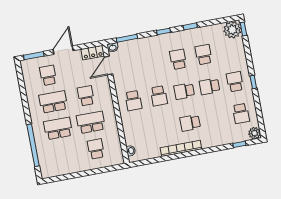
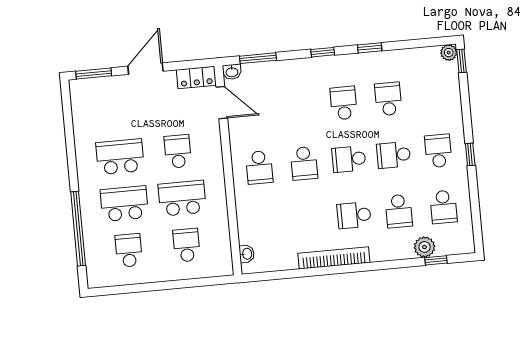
plant: (232, 30) -> (449, 53), width x0.53, depth x0.53
door: (109, 66) -> (222, 103), swing flipped
school desk: (48, 75) -> (129, 250), moved
school desk: (215, 118) -> (399, 211), added
plant: (254, 133) -> (425, 247), moved

